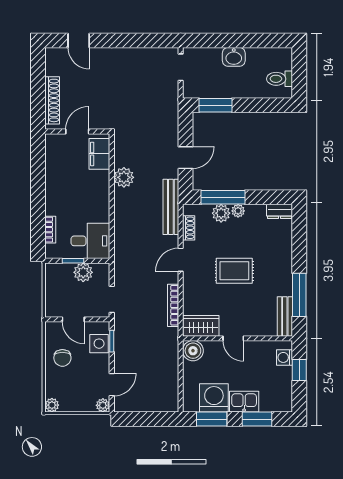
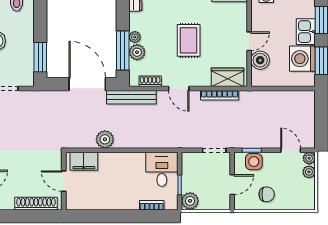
door: (185, 158) -> (87, 84), width x1.87
plant: (83, 272) -> (190, 201), moved
wardrobe: (201, 326) -> (228, 77), moved, turned 90
boiler: (193, 351) -> (260, 60), moved
plant: (52, 405) -> (309, 172), moved

